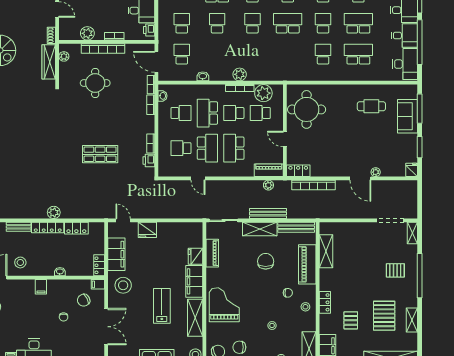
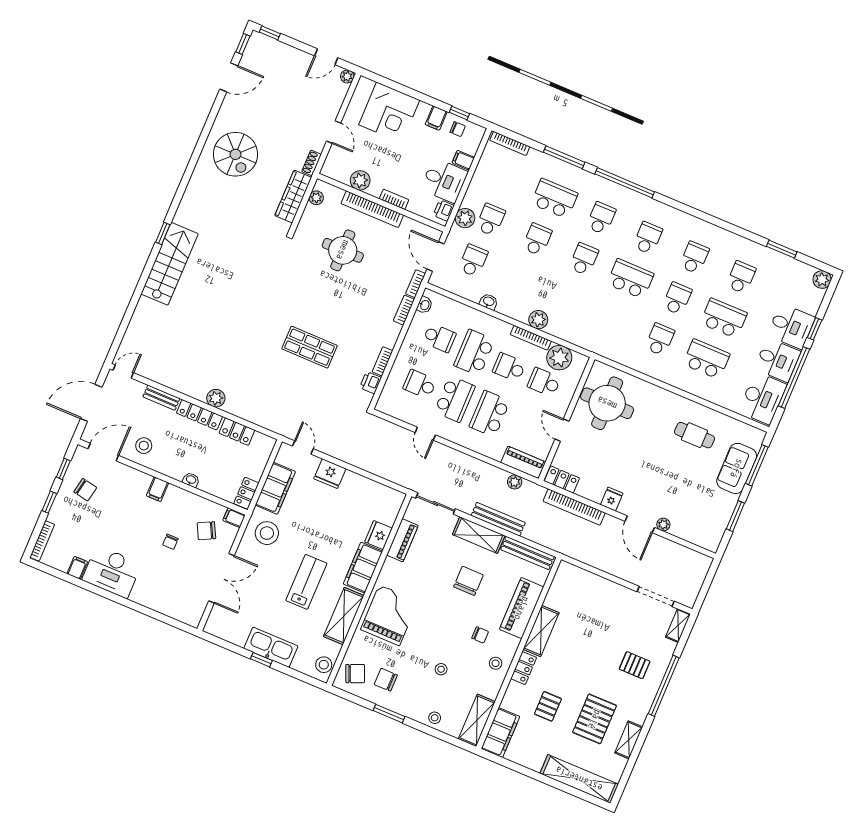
plant: (165, 29) -> (465, 218), added
fridge: (412, 170) -> (612, 499), moved
shelving: (326, 251) -> (541, 631), moved

